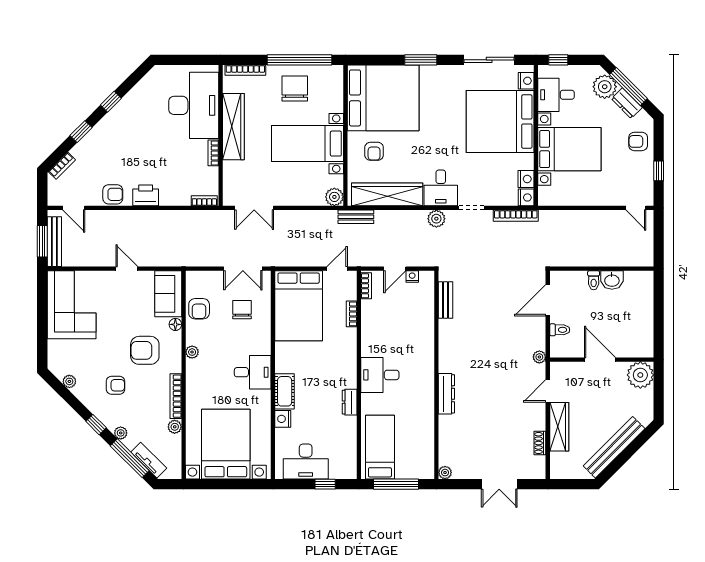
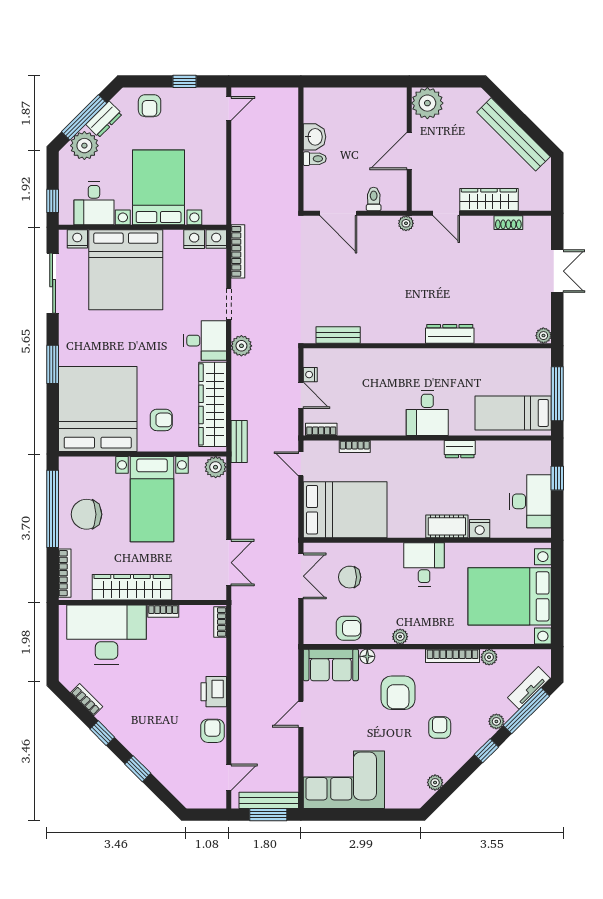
bookcase: (62, 166) -> (87, 700), moved

